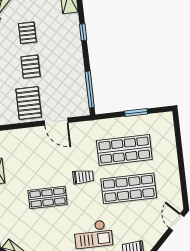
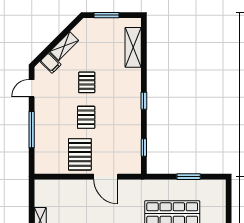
window: (83, 32) -> (144, 101), moved
window: (90, 89) -> (144, 148), width x0.46

